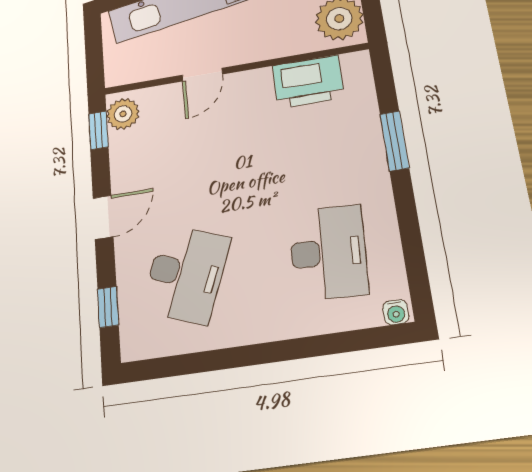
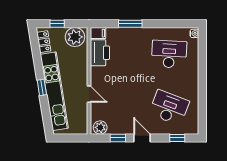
filing cabinet: (357, 69) -> (98, 33), added
window: (98, 130) -> (118, 138), moved

